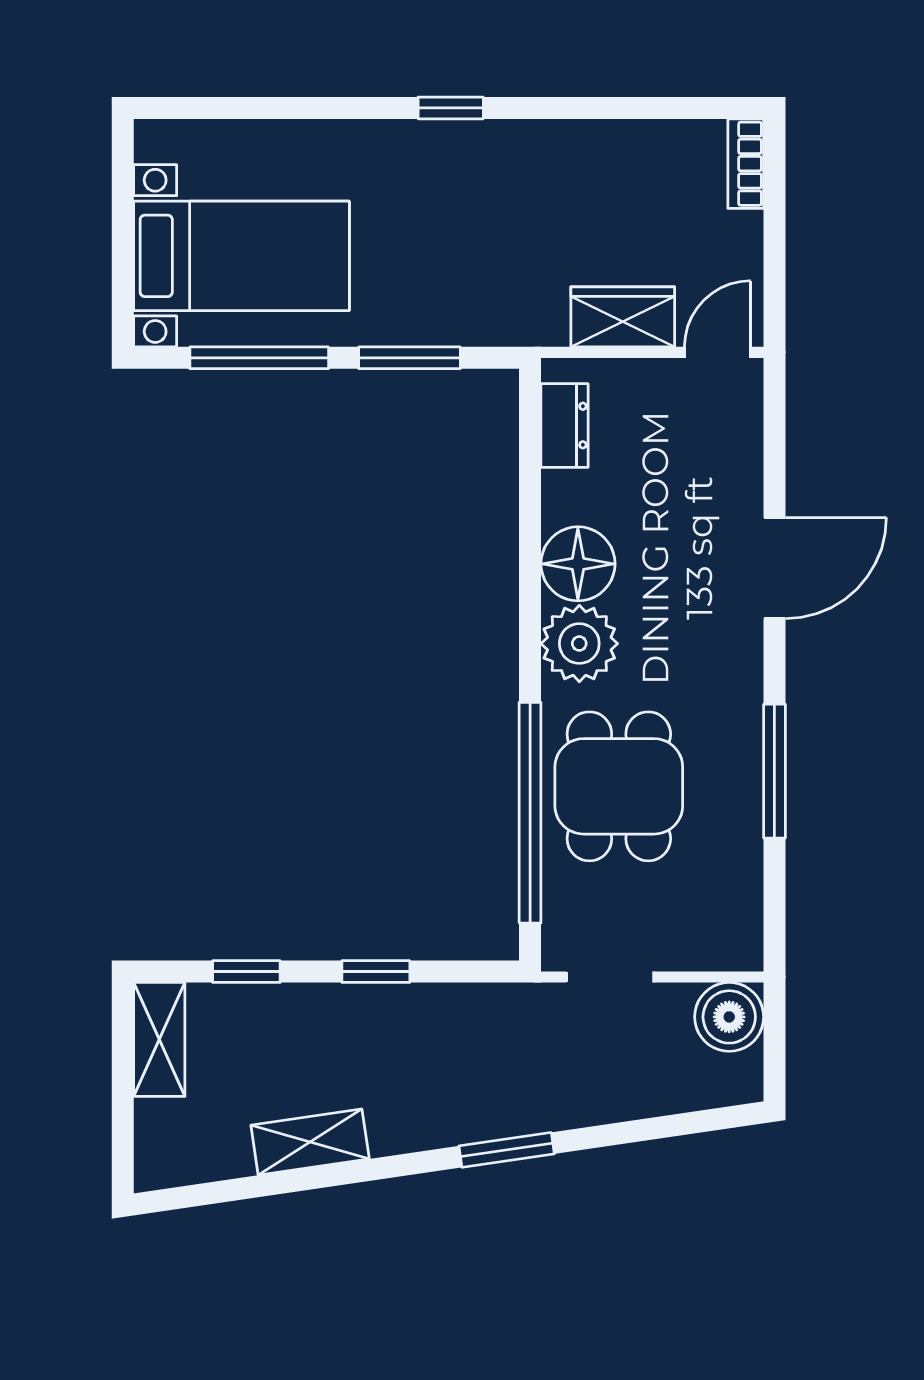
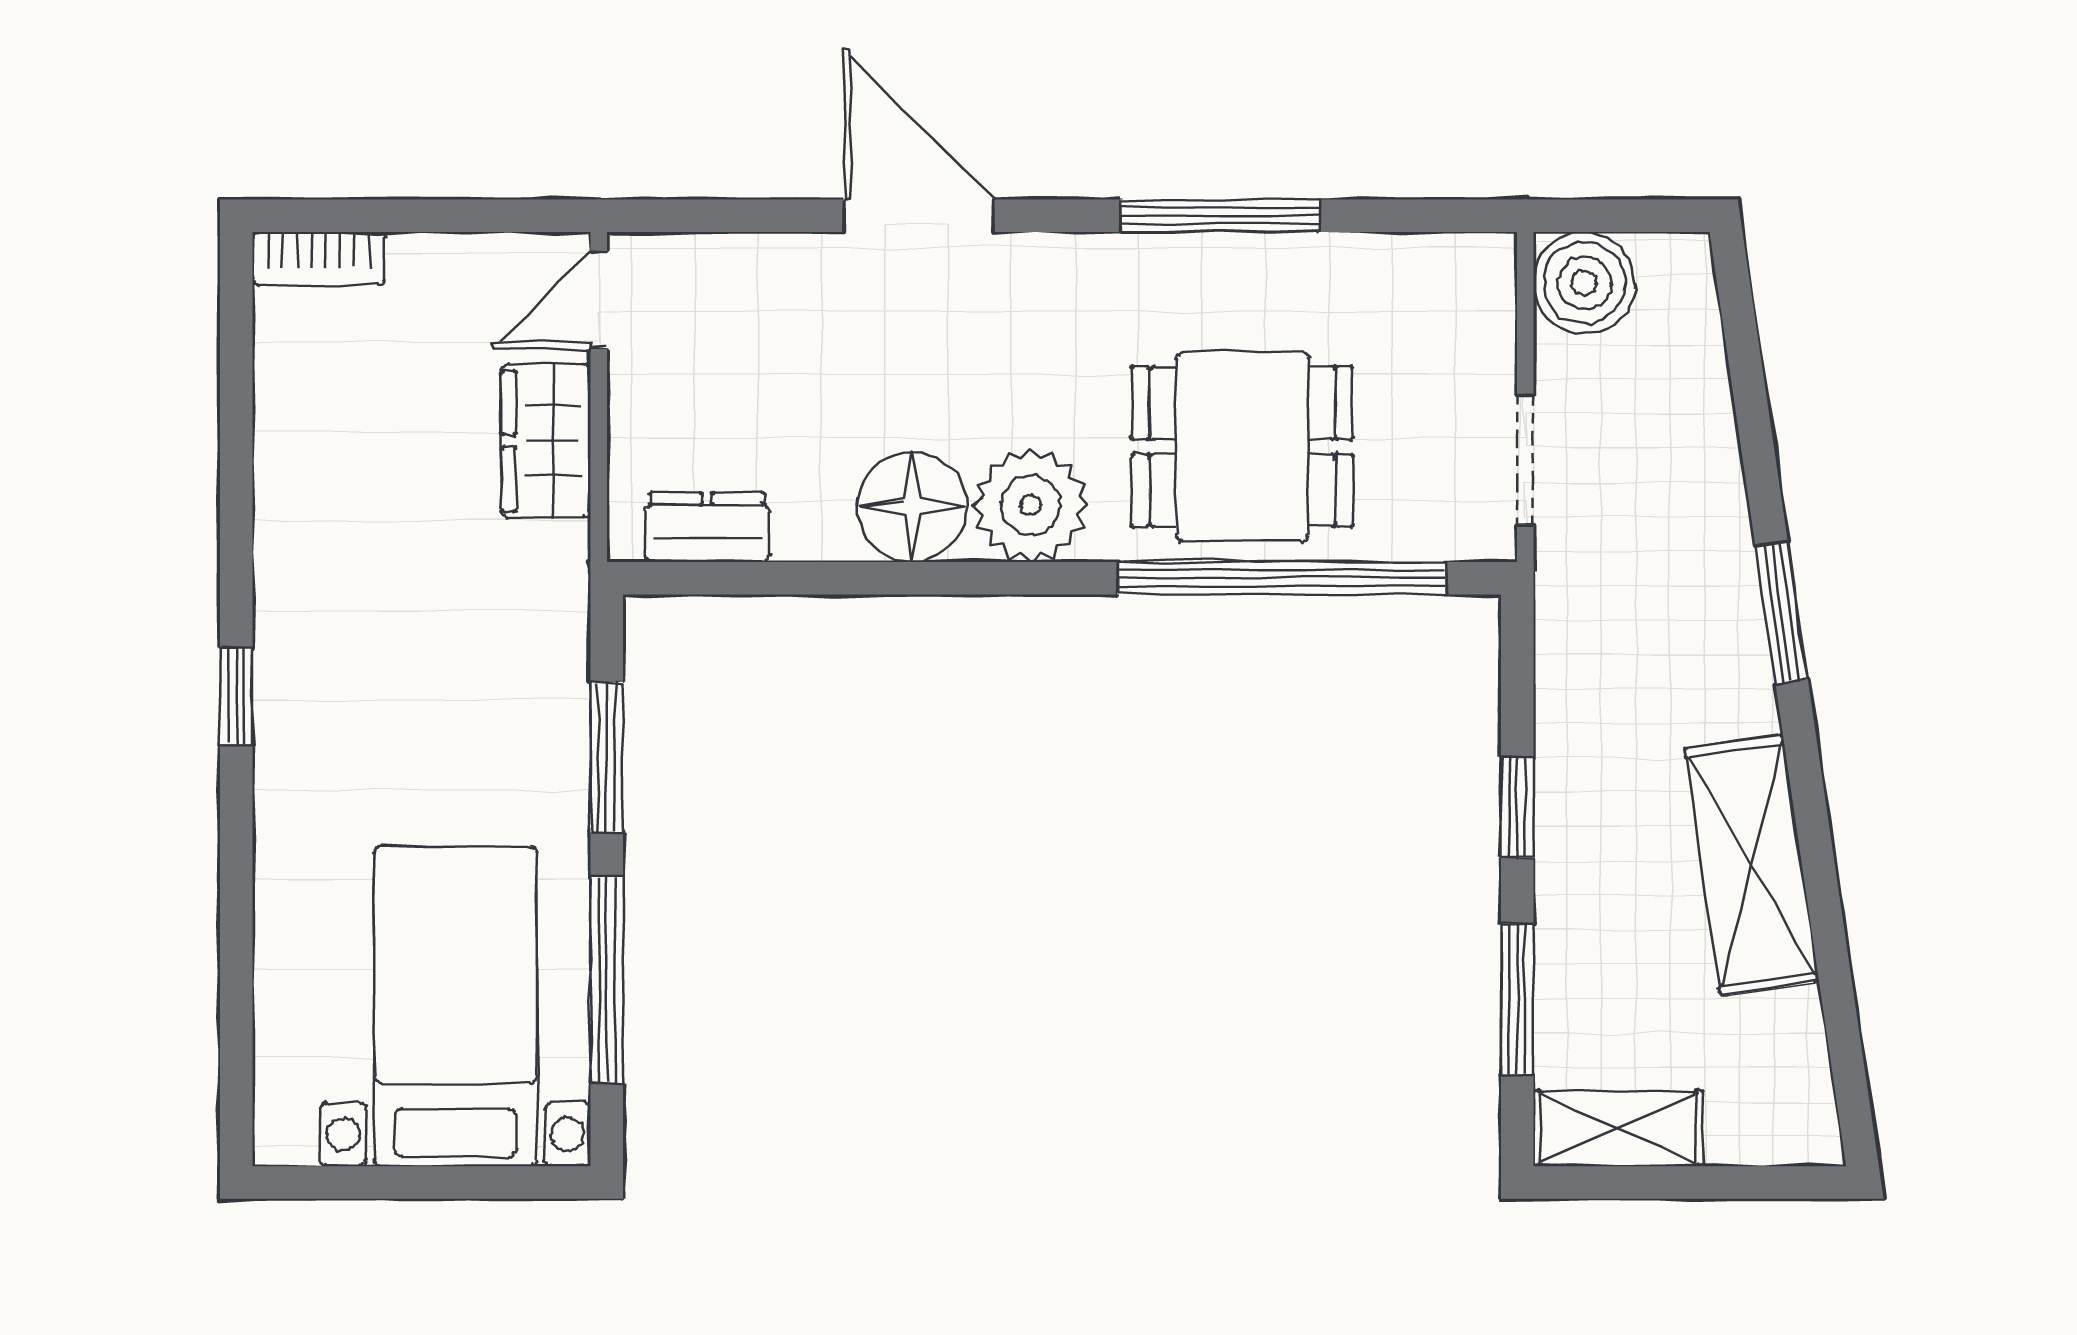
door: (718, 352) -> (599, 300), hinge flipped
window: (246, 972) -> (1517, 999), width x1.50
shelving: (310, 1142) -> (1752, 865), width x1.50, depth x1.33

